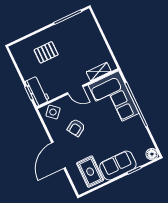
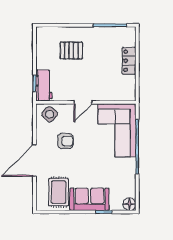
locker: (97, 38) -> (129, 61), added
shelving: (99, 72) -> (115, 95), removed
door: (75, 90) -> (83, 102), hinge flipped
armchair: (76, 128) -> (65, 141), turned -148

